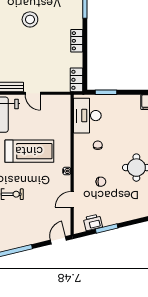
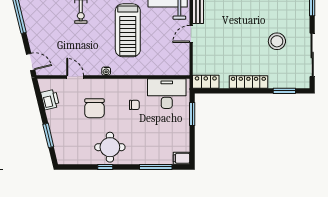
stool: (30, 19) -> (277, 41), moved
locker: (77, 41) -> (248, 82), width x1.53
chair: (101, 182) -> (94, 108), width x1.87, depth x1.87
window: (107, 229) -> (48, 136), moved

